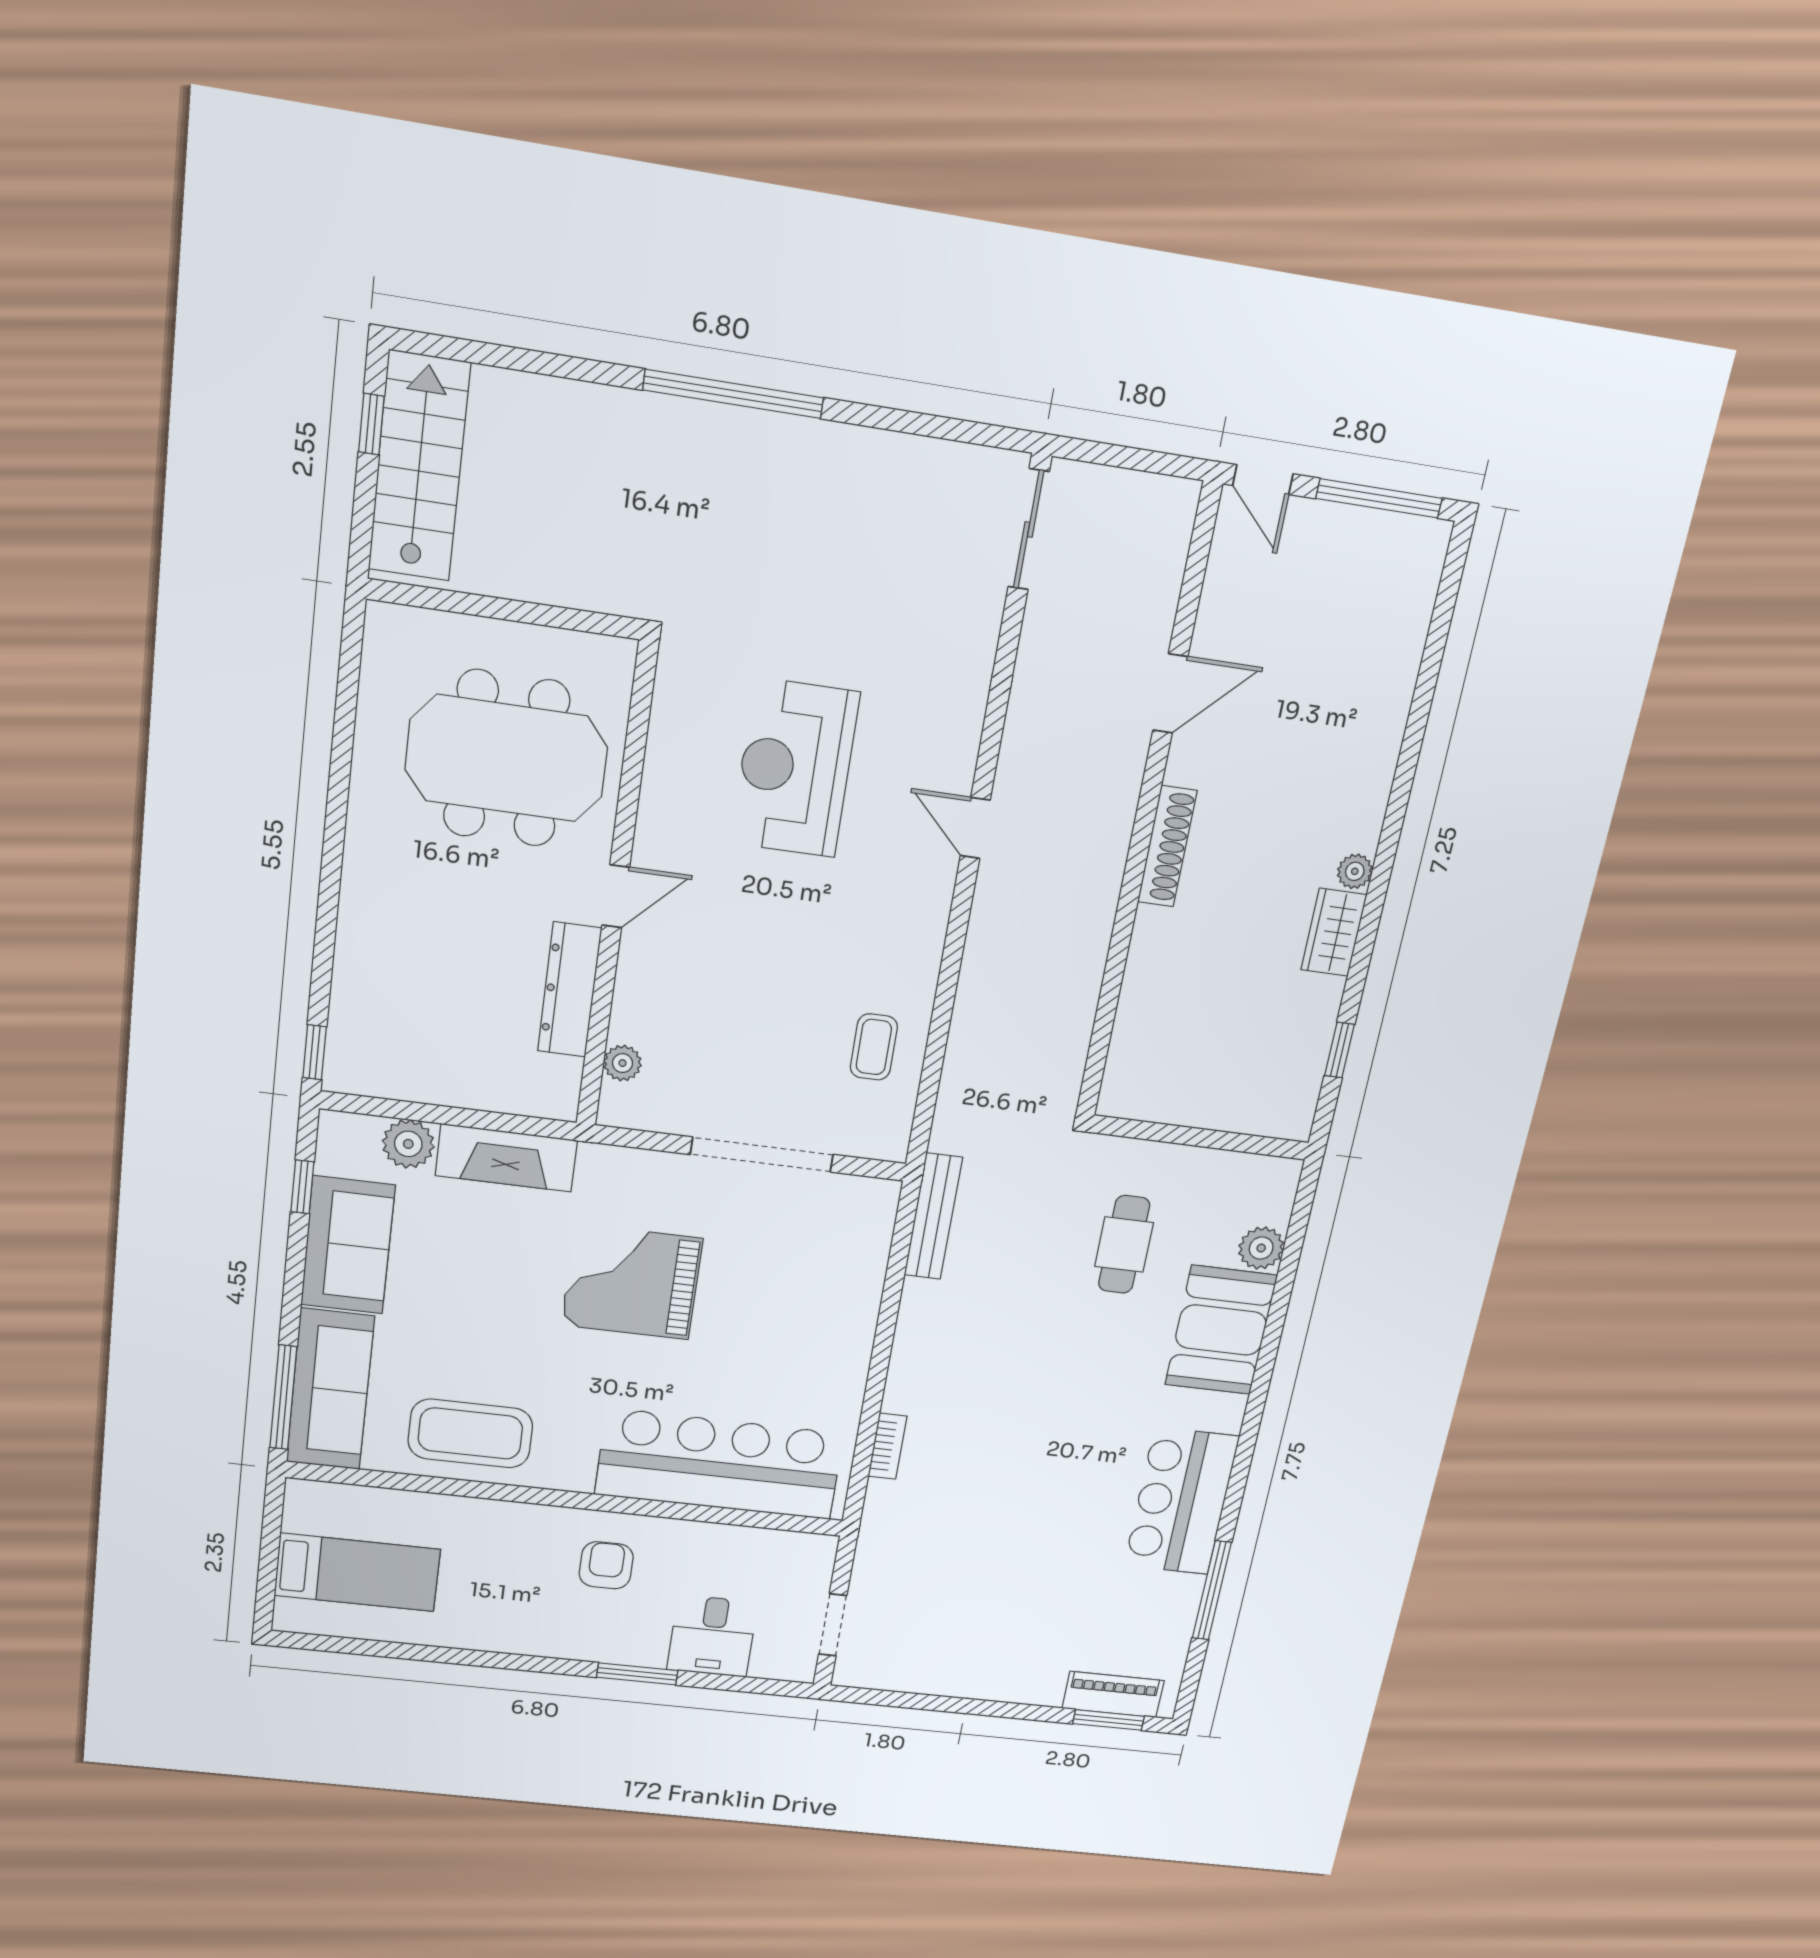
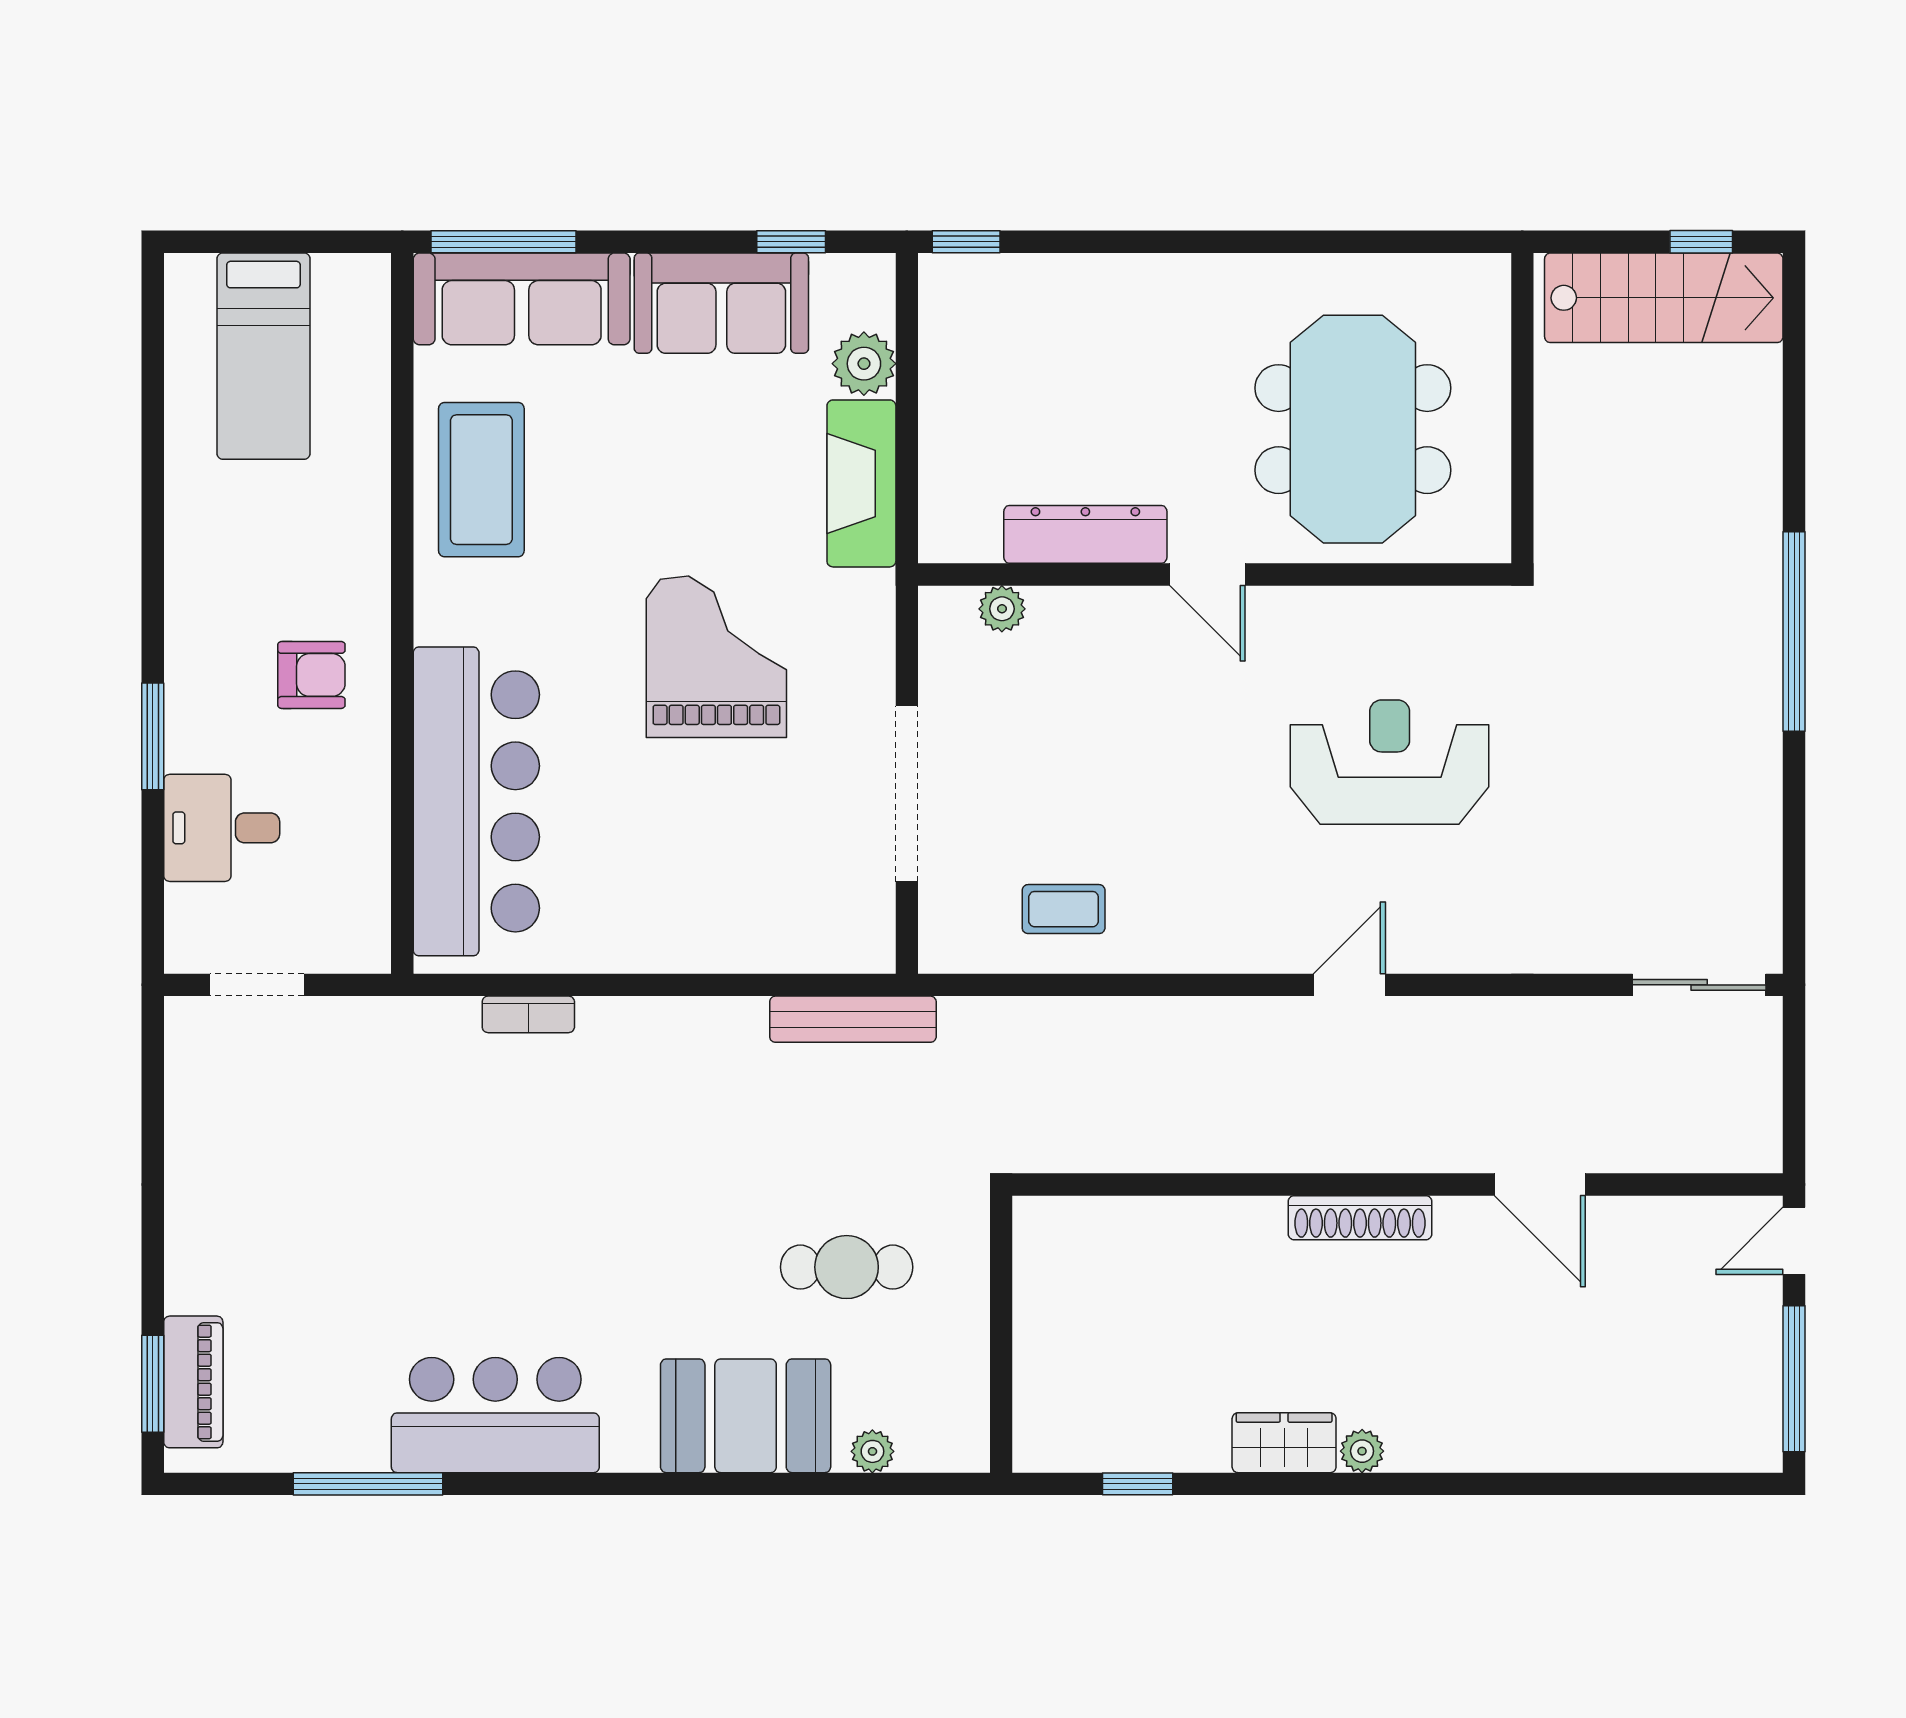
plant: (1261, 1248) -> (872, 1451), width x0.73, depth x0.73

